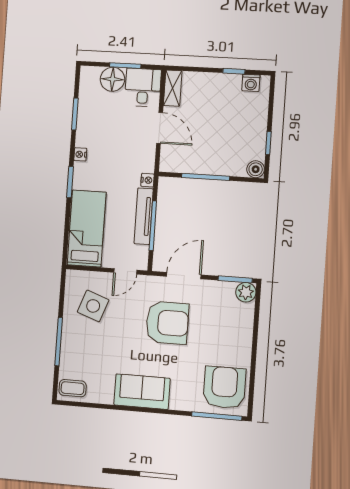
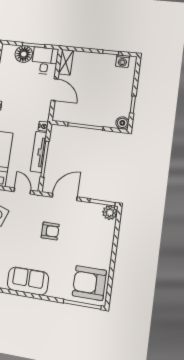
door: (125, 271) -> (22, 191), swing flipped
armchair: (167, 323) -> (50, 231), width x0.53, depth x0.53
armchair: (224, 388) -> (89, 283), turned -90

